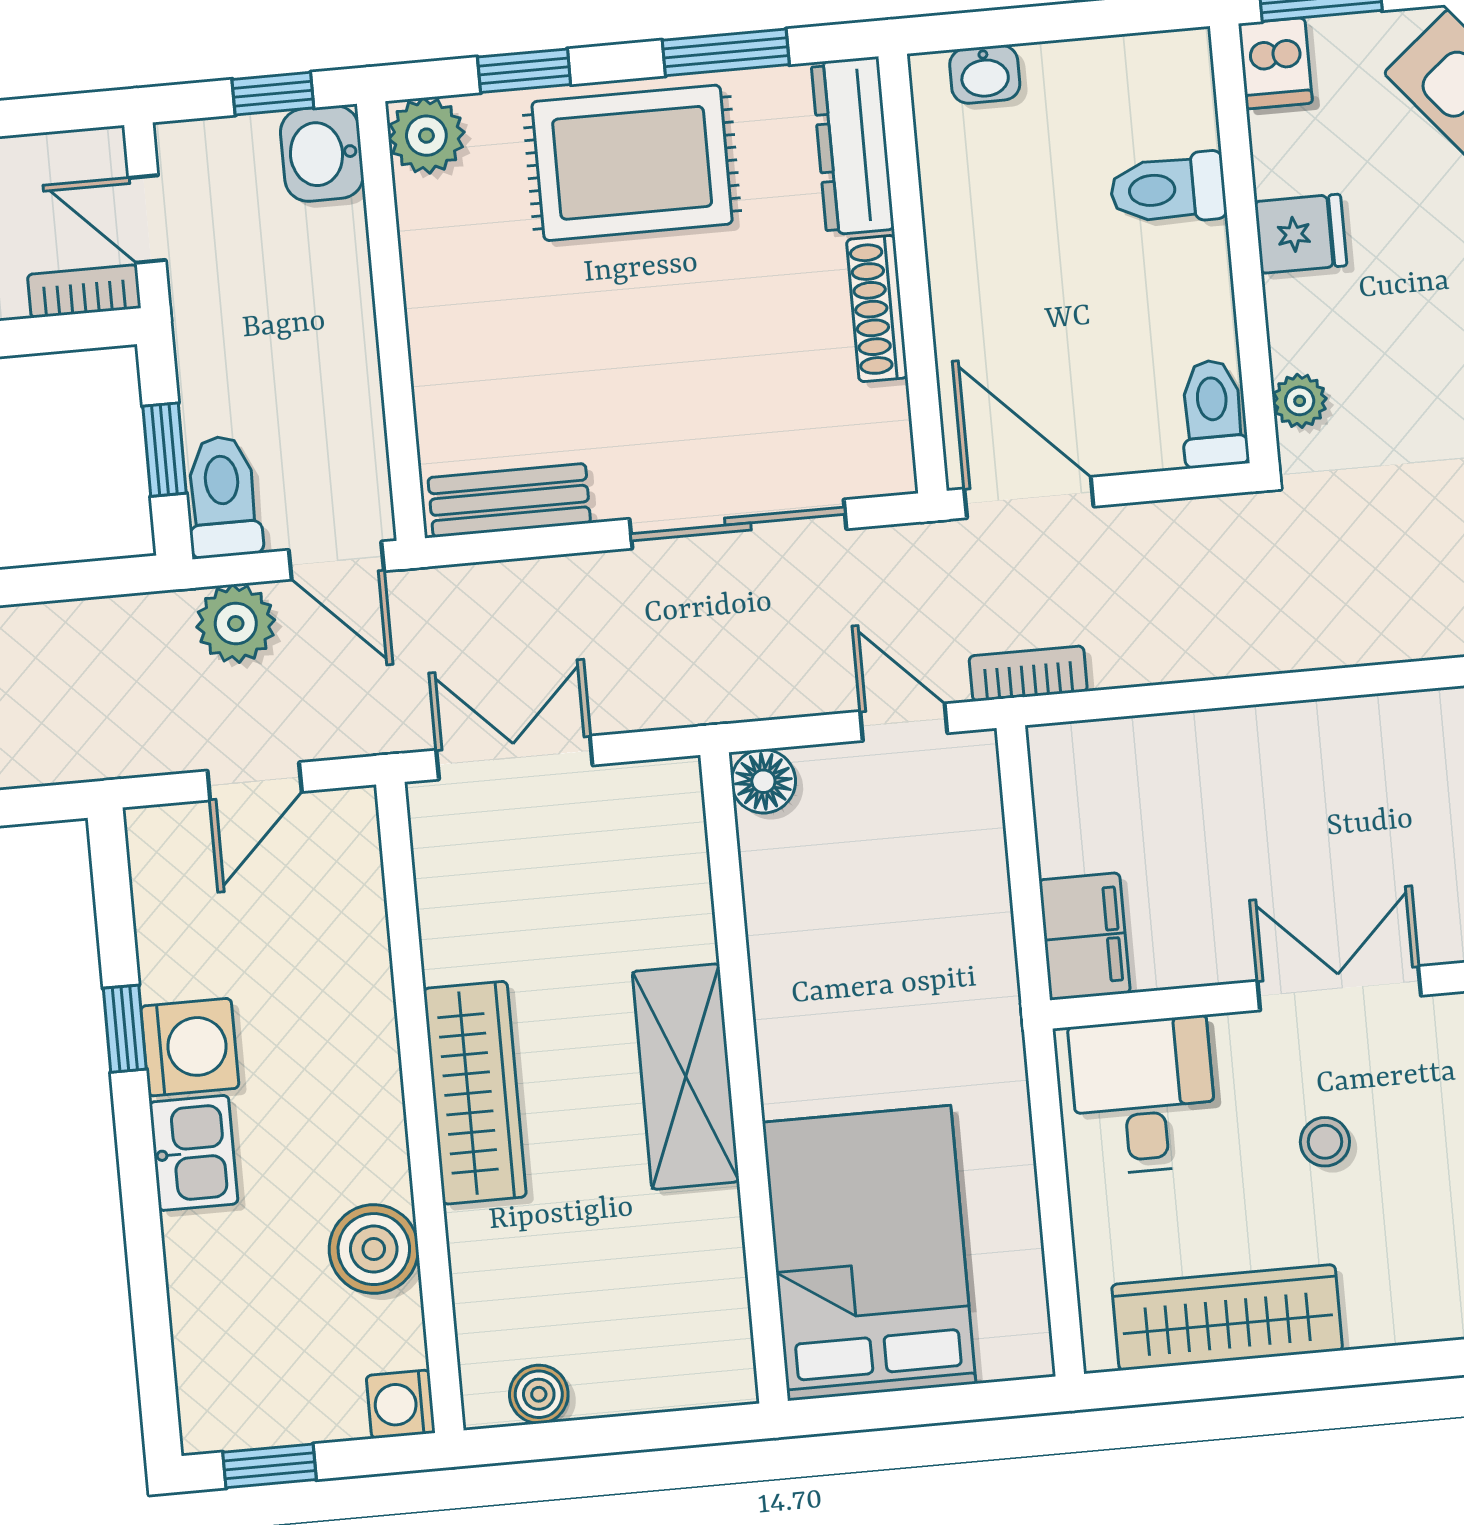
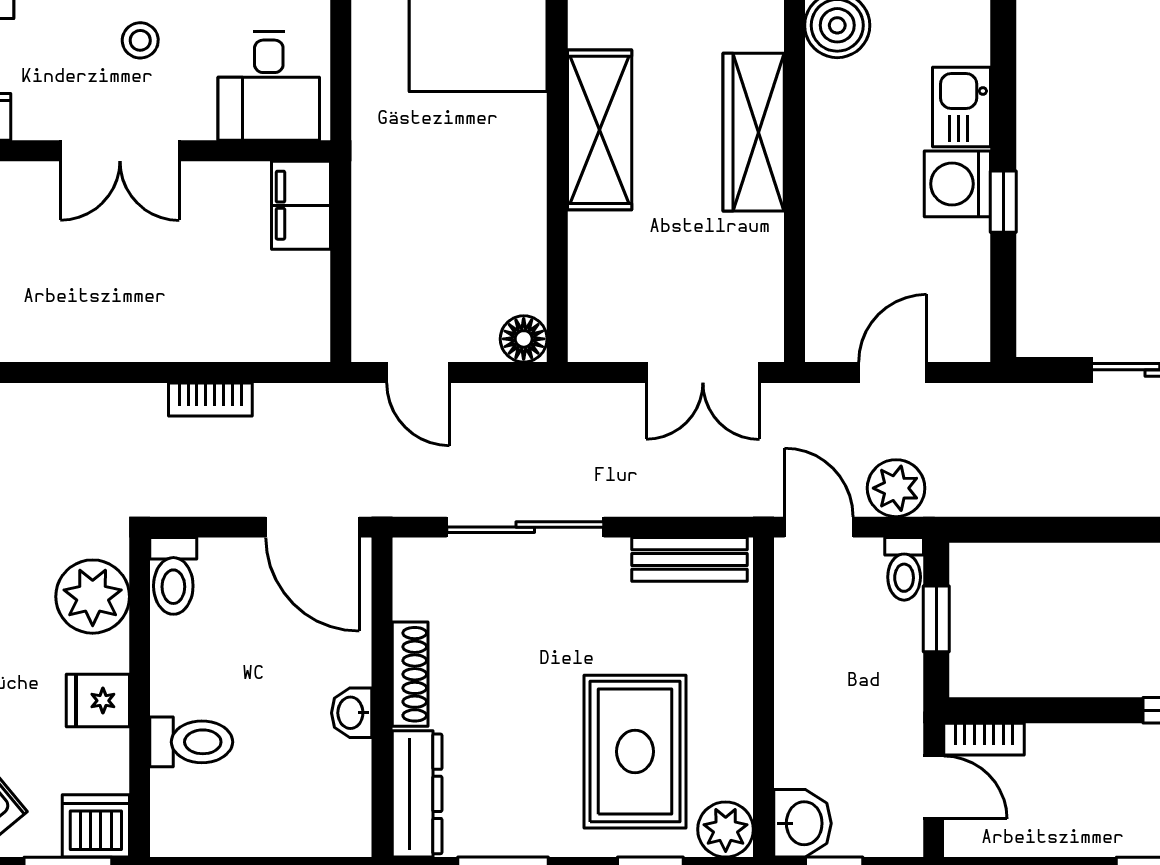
dishwasher: (1275, 63) -> (96, 826), width x1.38
washbasin: (985, 74) -> (352, 713), moved, turned -90
rug: (632, 163) -> (635, 752), moved, turned 90
plant: (1300, 401) -> (93, 597), width x1.88, depth x1.88
toilet: (223, 497) -> (904, 569), width x0.73, depth x0.72
bookcase: (1028, 674) -> (210, 400), moved

